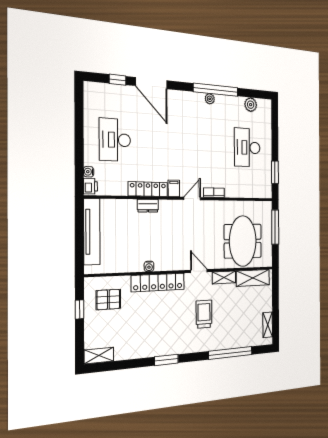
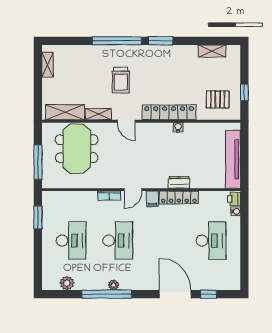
desk: (206, 145) -> (118, 241), added
window: (230, 353) -> (117, 41), moved
shelving: (99, 356) -> (212, 51), moved

